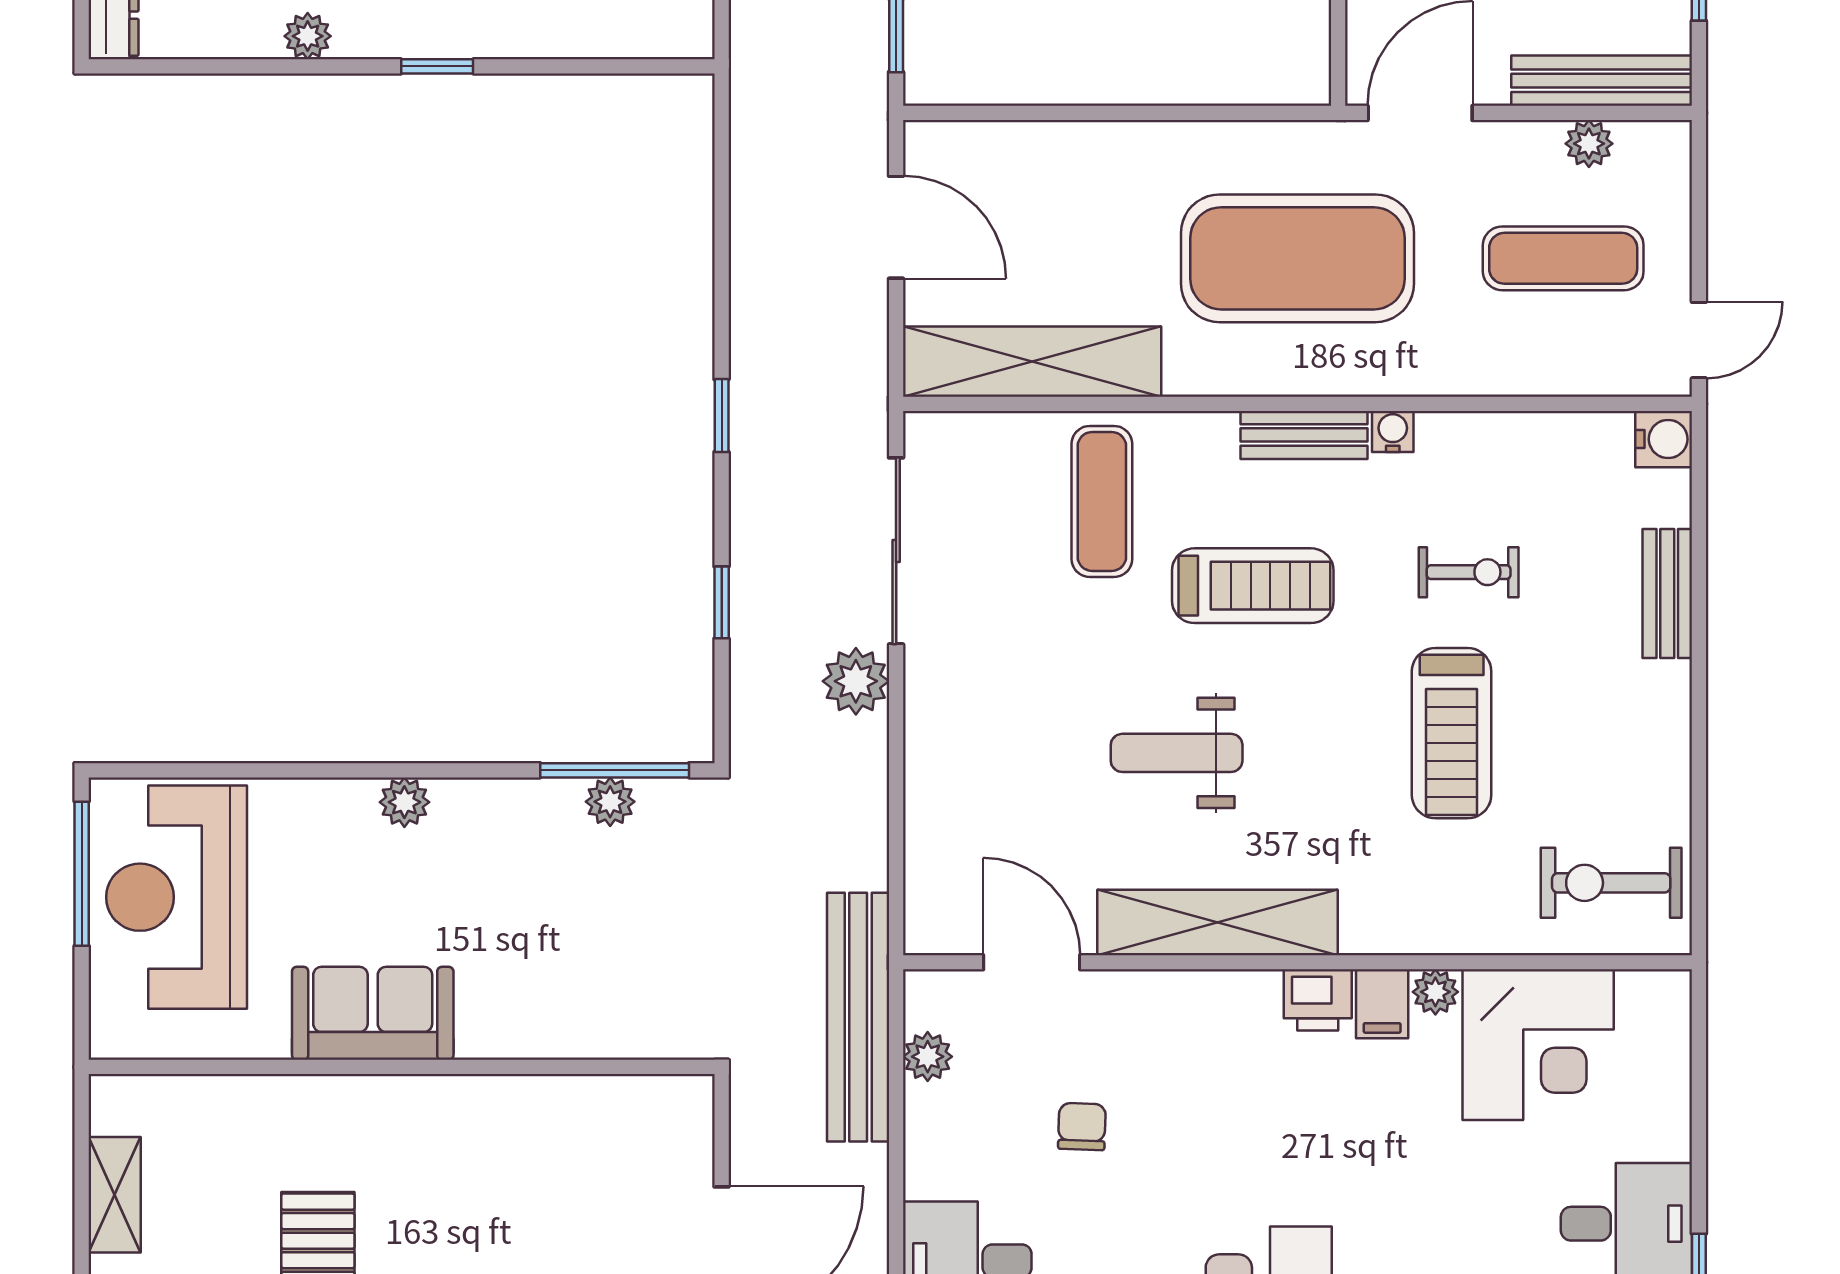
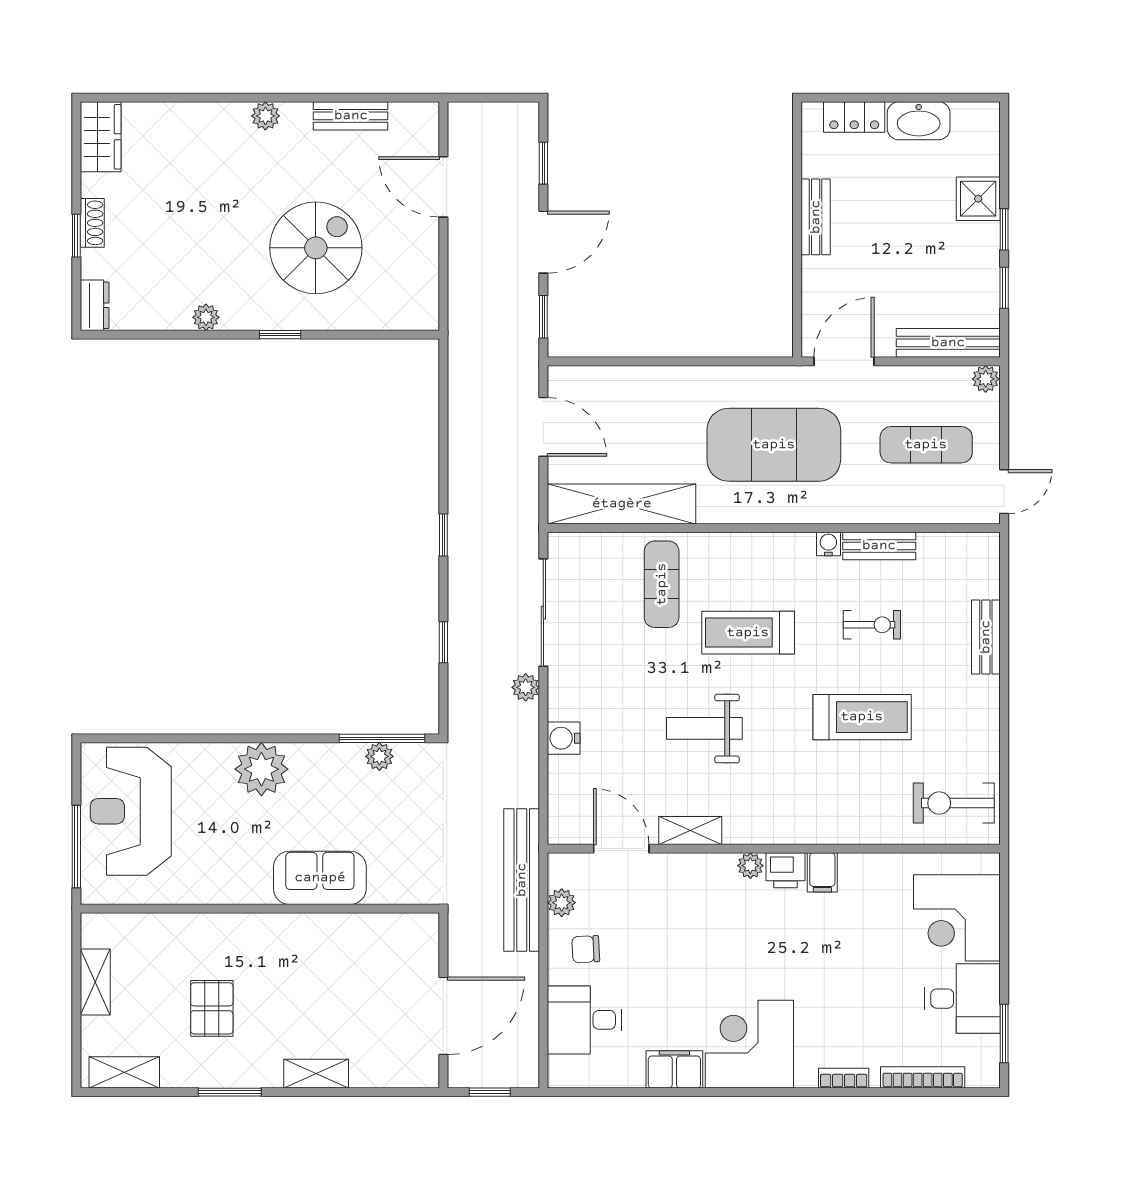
plant: (1589, 144) -> (986, 379), moved
bench: (1304, 435) -> (879, 546), moved
water cooler: (1664, 439) -> (564, 738), moved, turned 180
treadmill: (1253, 586) -> (748, 633), turned 180
plant: (856, 681) -> (526, 687), width x0.73, depth x0.73
treadmill: (1452, 733) -> (862, 717), turned -90
plant: (404, 802) -> (261, 769), width x1.87, depth x1.87
window: (82, 874) -> (76, 847), moved
shelving: (1218, 923) -> (690, 830), width x0.45, depth x0.75
plant: (1435, 992) -> (750, 866), moved
sofa: (373, 1013) -> (320, 878), moved
corner desk: (1538, 1045) -> (957, 918), moved, turned 90
chair: (1082, 1127) -> (586, 949), moved, turned -95

